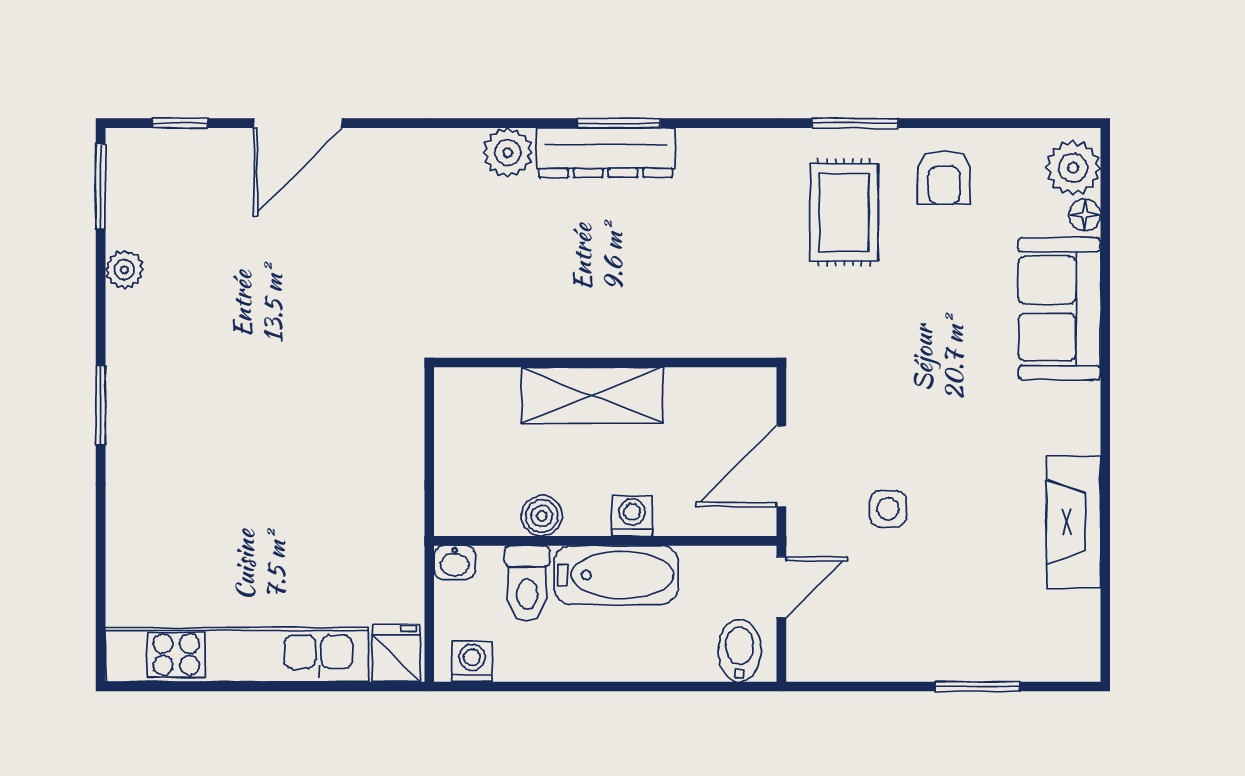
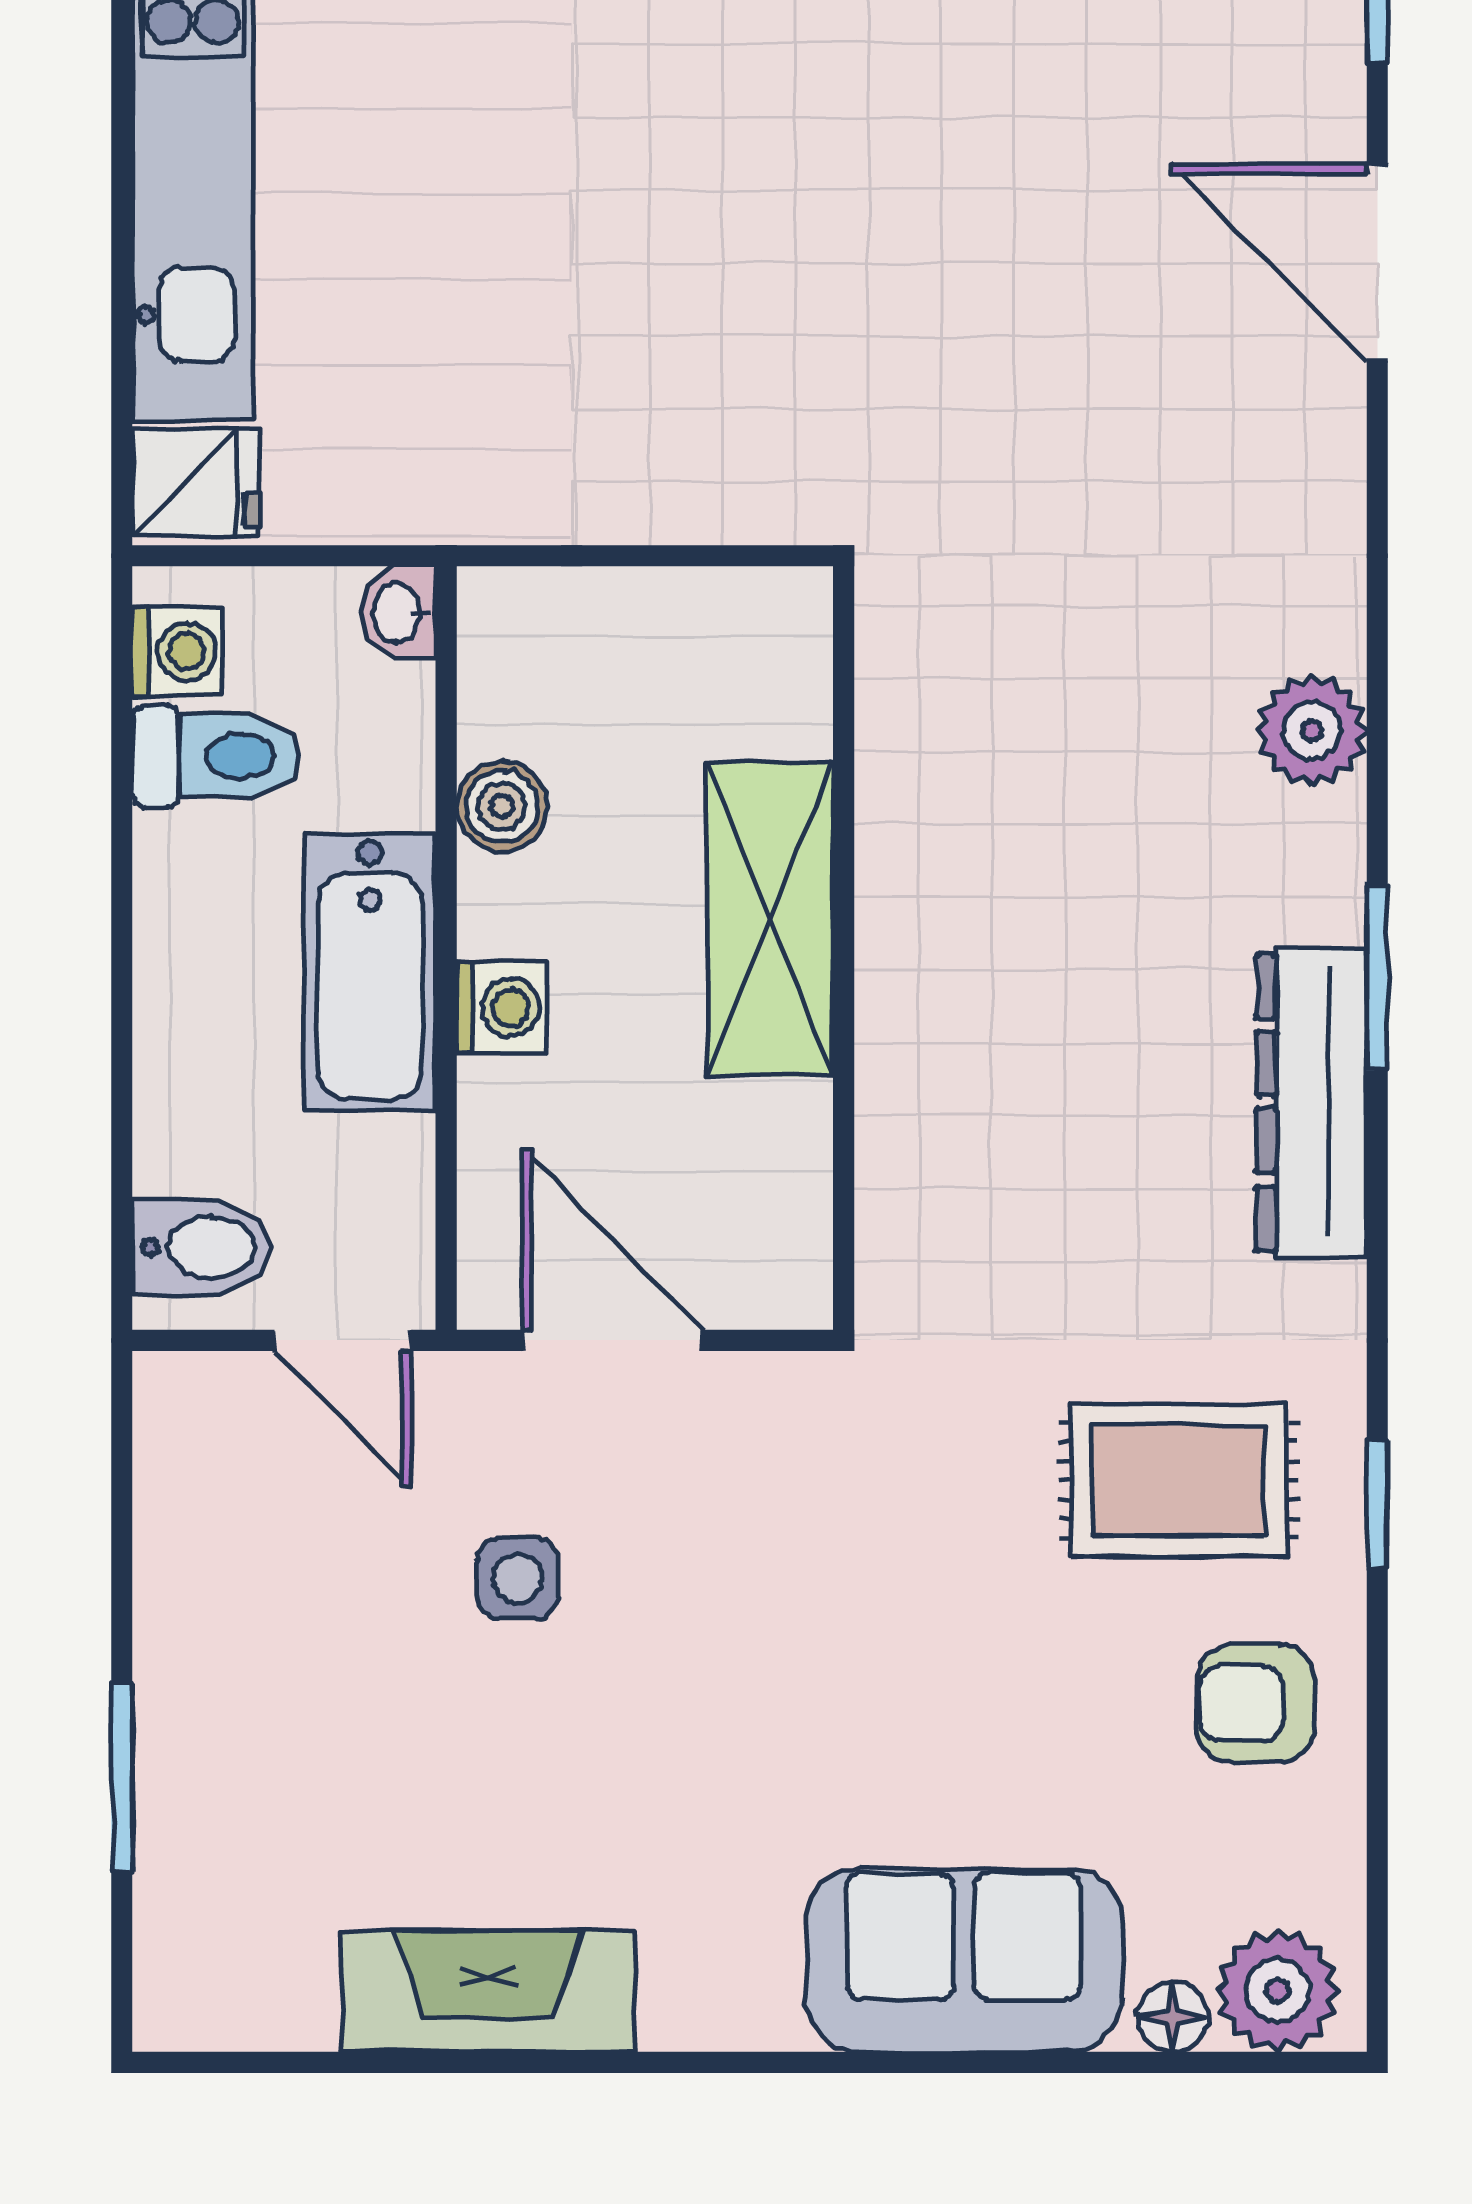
window: (855, 123) -> (1377, 1504), width x0.67
dresser: (606, 153) -> (1312, 1102), moved
toilet: (527, 583) -> (216, 756), moved, turned 180

